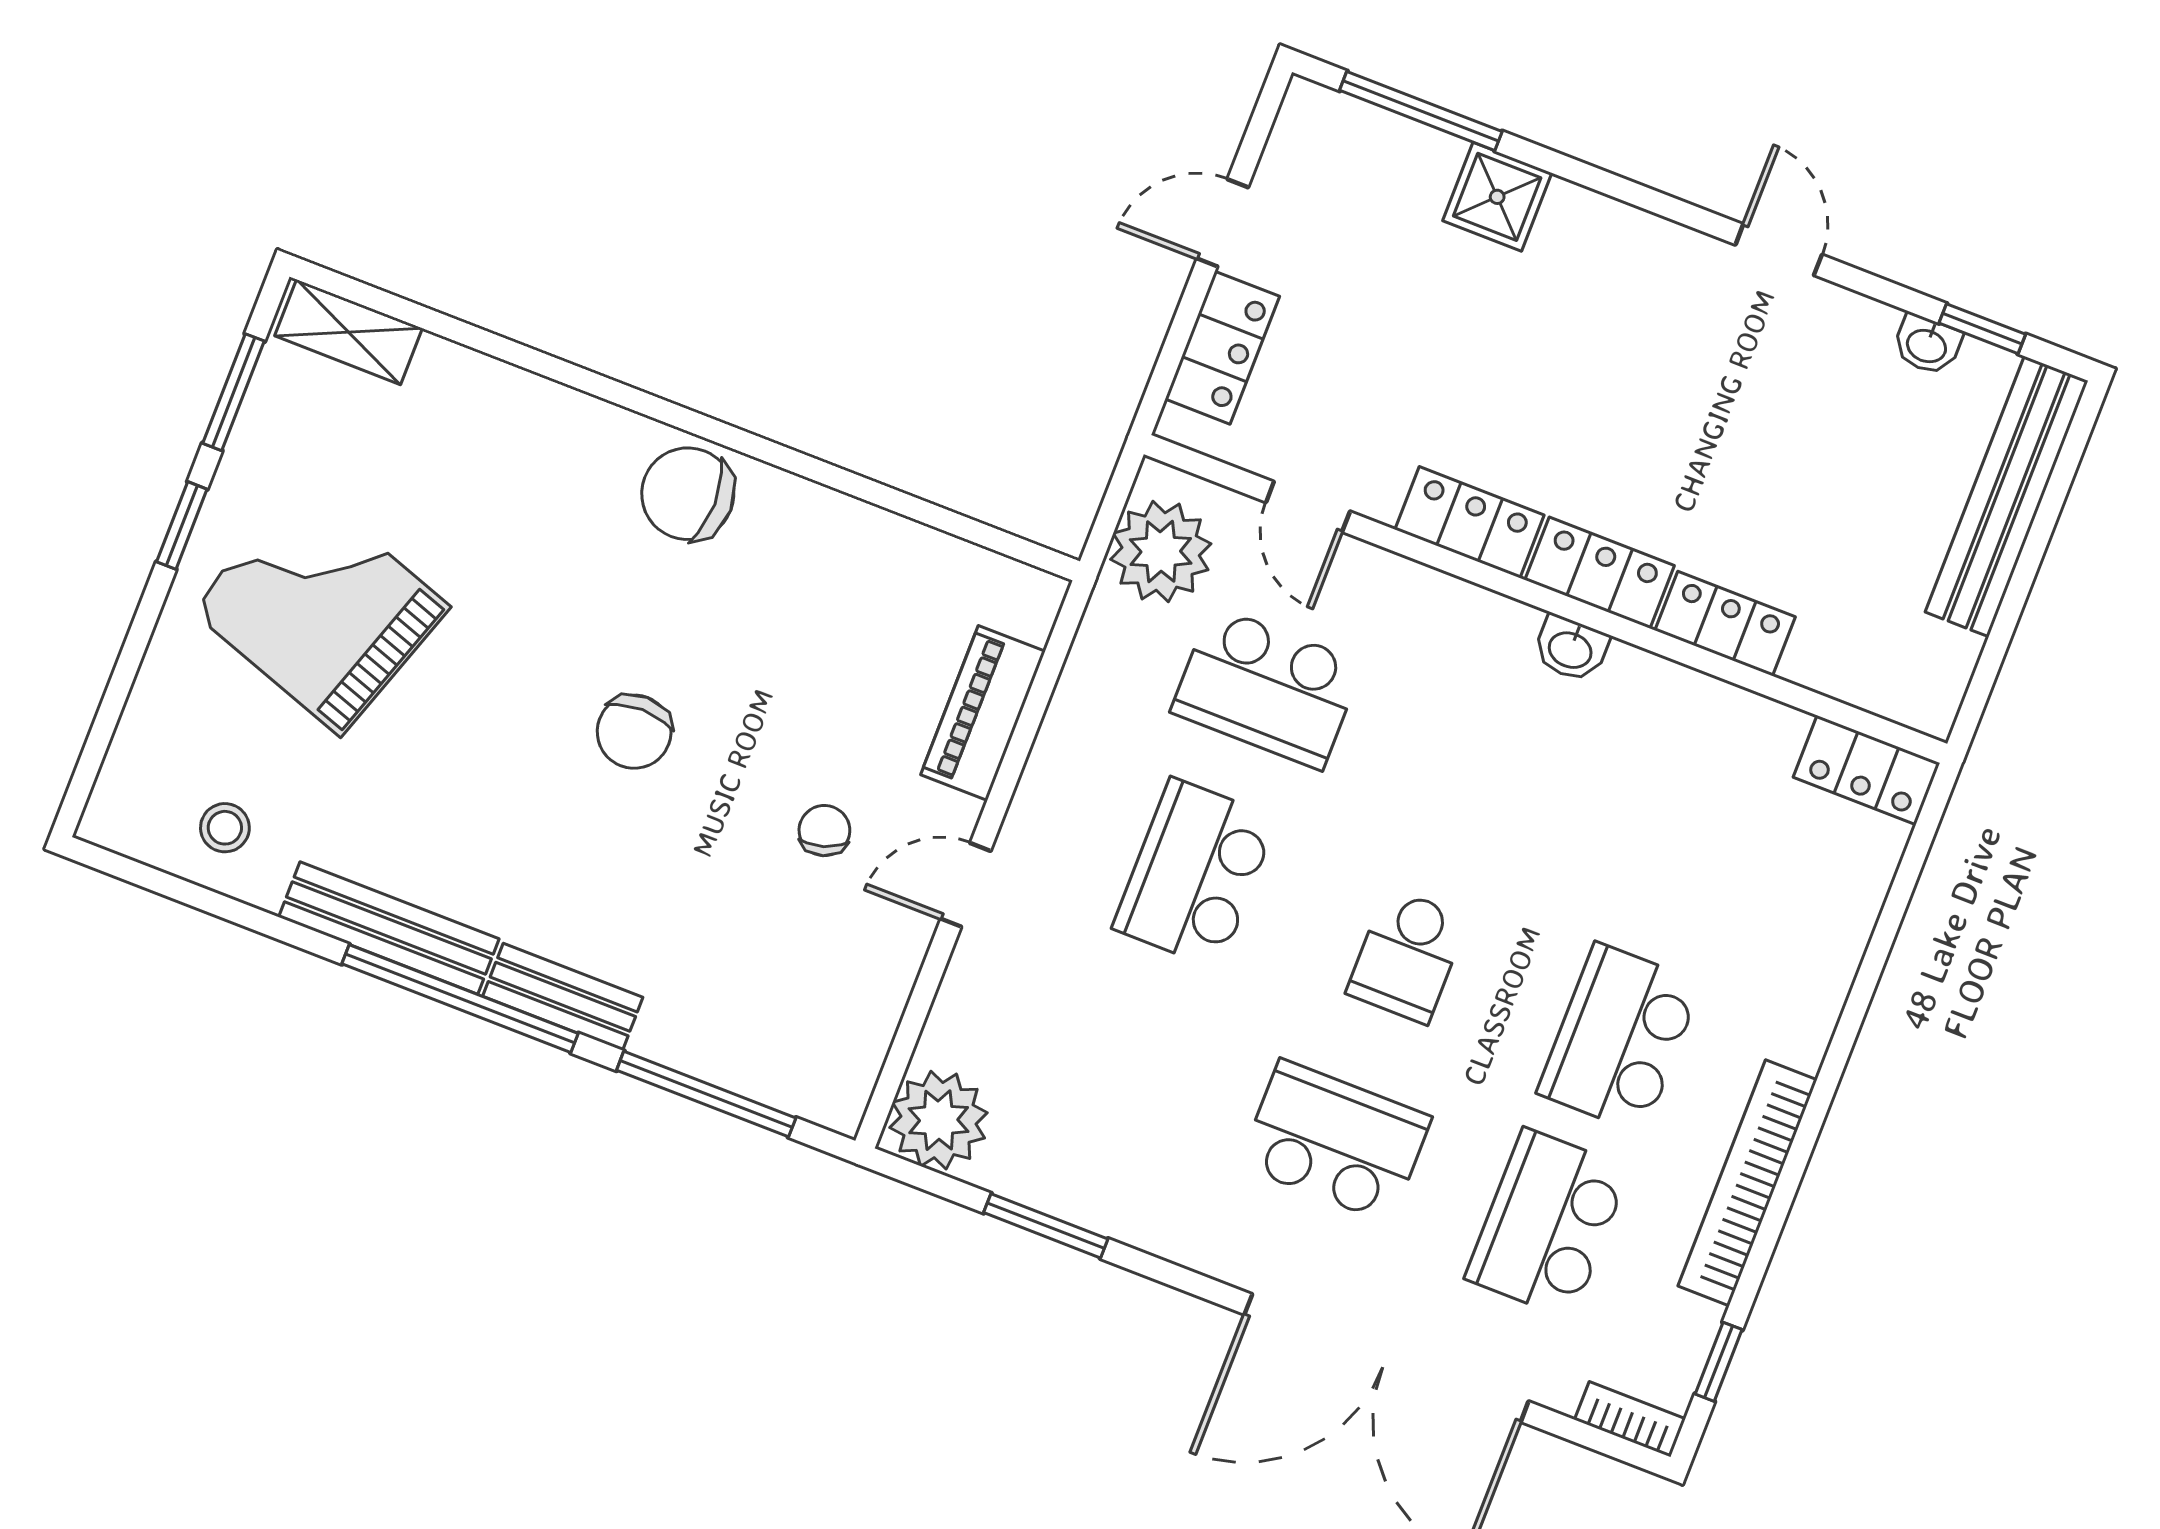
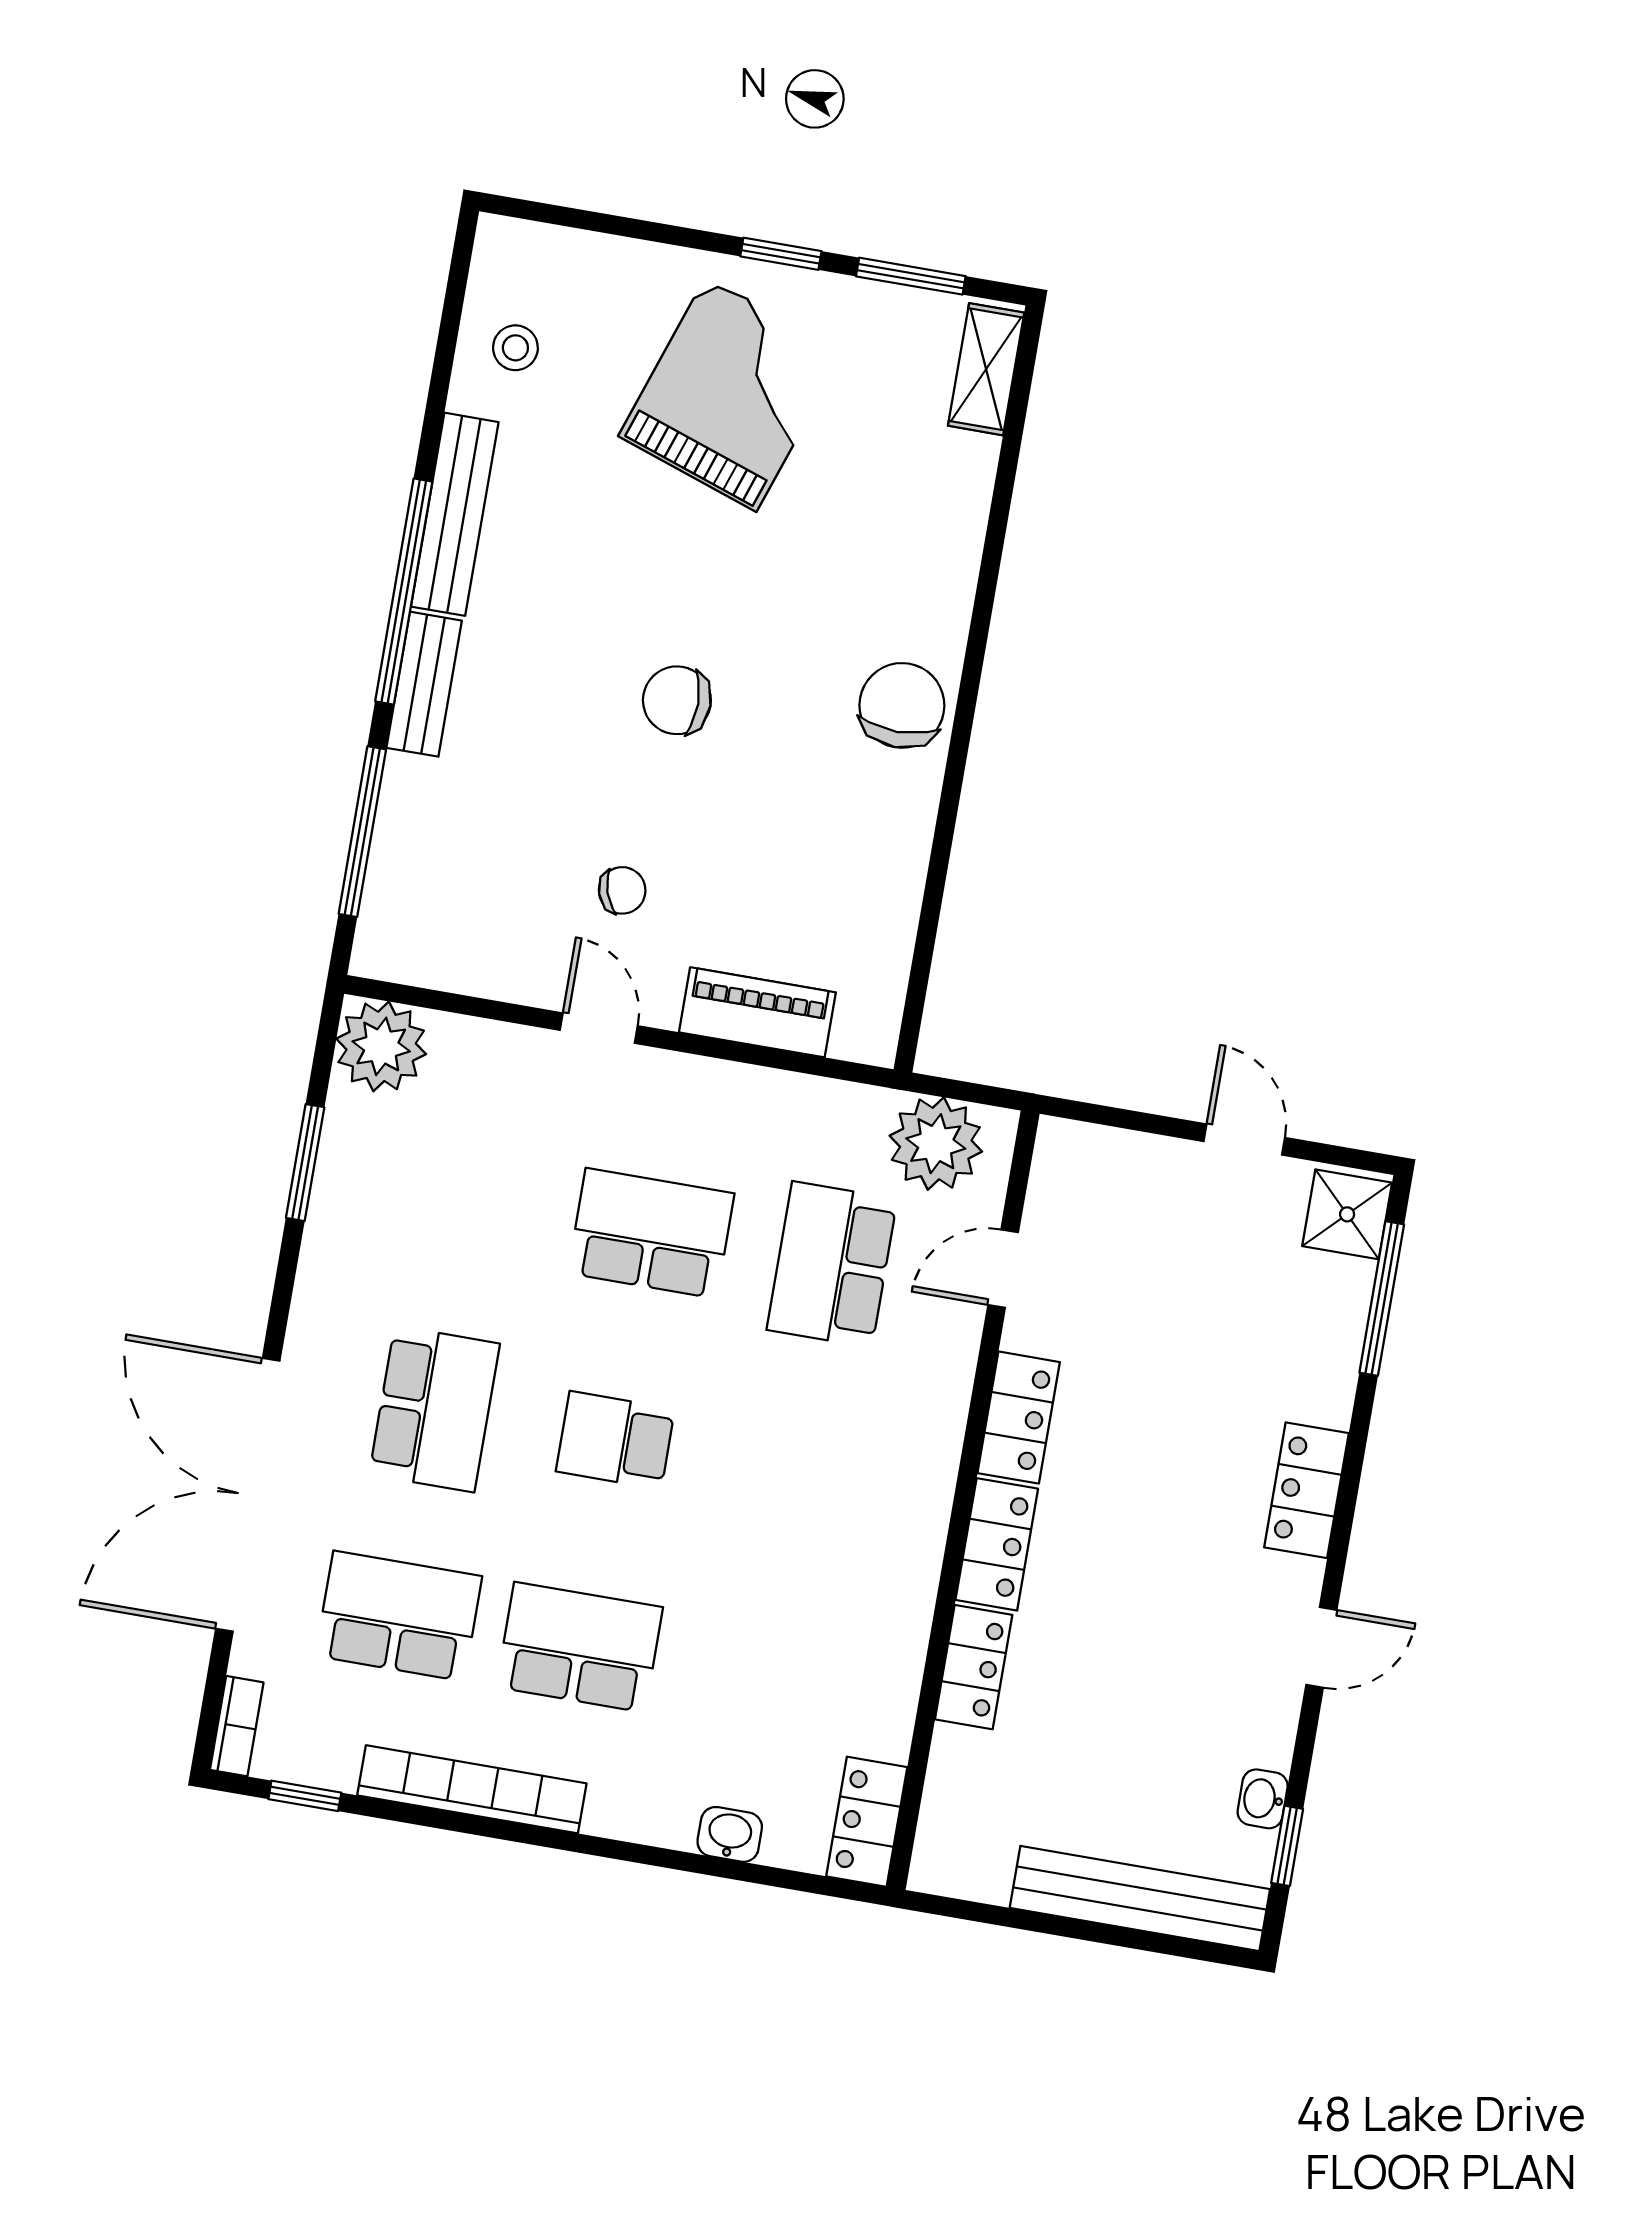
shower: (1497, 197) -> (1347, 1214), moved
locker: (1222, 348) -> (1306, 1490), moved, turned 90
washbasin: (1571, 649) -> (730, 1834), moved, turned 90

